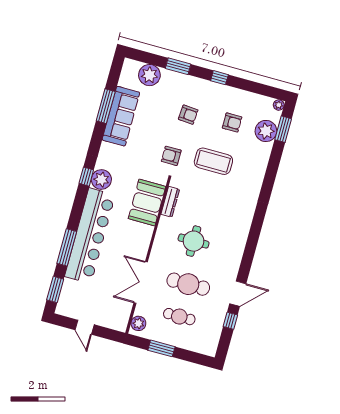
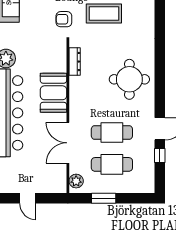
booth: (147, 202) -> (53, 93), moved
round table: (194, 241) -> (129, 79), moved, width x1.36, depth x1.36
cafe table: (179, 317) -> (112, 164), width x1.37, depth x1.35

